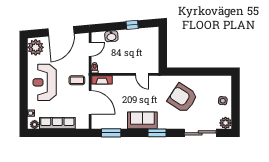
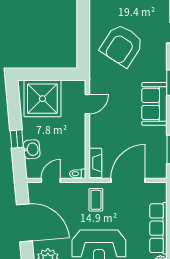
window: (132, 25) -> (17, 139), moved
shower: (146, 44) -> (42, 99), added
door: (90, 49) -> (51, 180), hinge flipped

